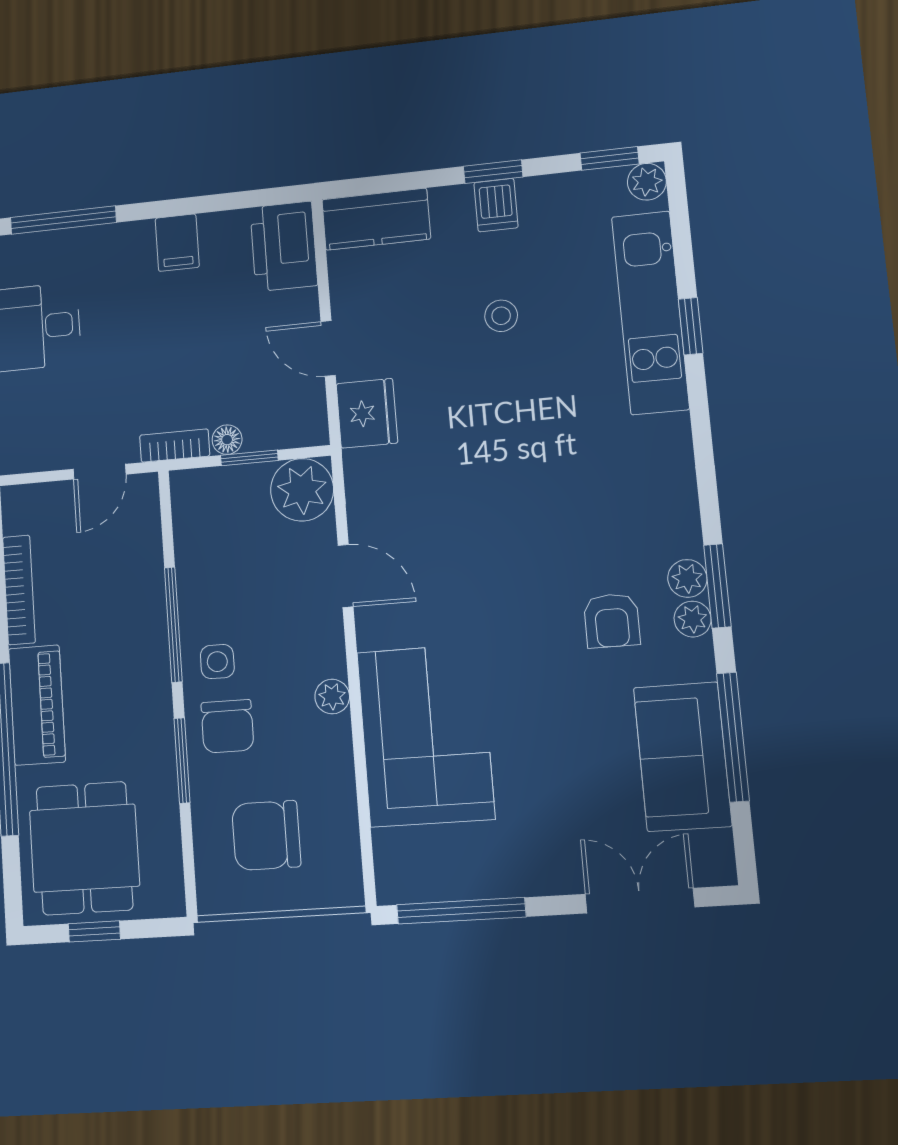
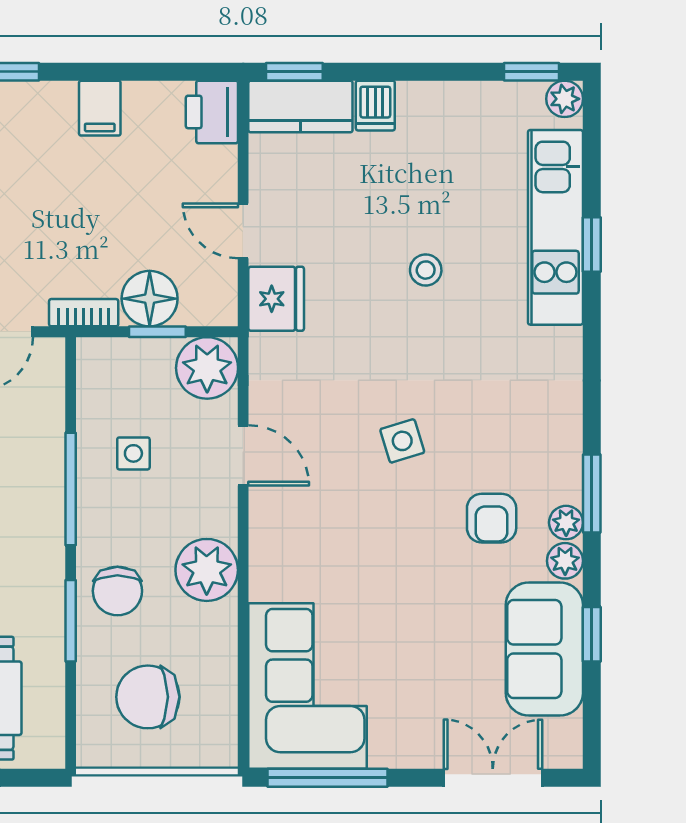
window: (493, 172) -> (294, 72), moved
dishwasher: (496, 205) -> (375, 106), moved
printer: (284, 246) -> (212, 112), width x0.73, depth x0.84
stool: (501, 316) -> (426, 270), moved
floor lamp: (227, 440) -> (150, 299), width x1.89, depth x1.89
side table: (509, 547) -> (402, 441), added
plant: (687, 578) -> (565, 561), moved
side table: (217, 662) -> (133, 453), moved
plant: (332, 697) -> (207, 570), width x1.87, depth x1.87
corner sofa: (425, 735) -> (308, 686), moved
window: (733, 737) -> (592, 634), width x0.46

